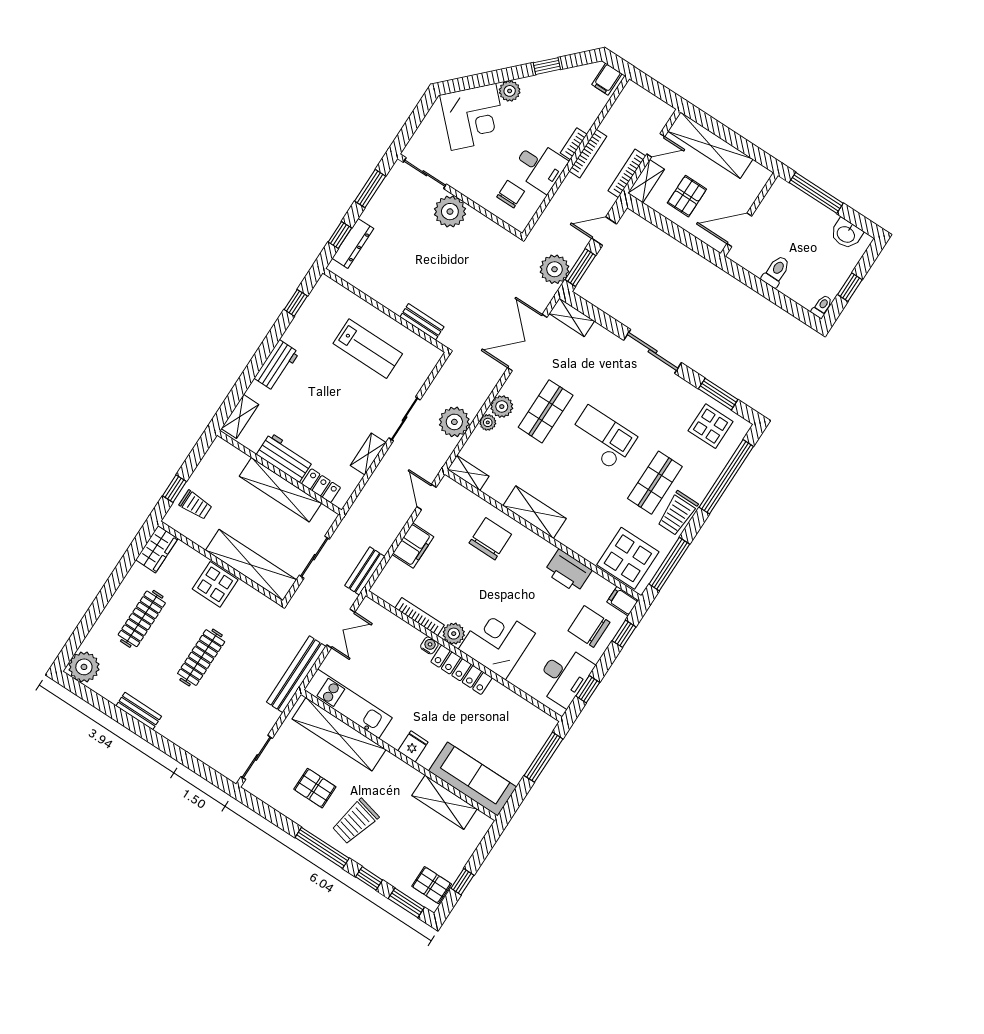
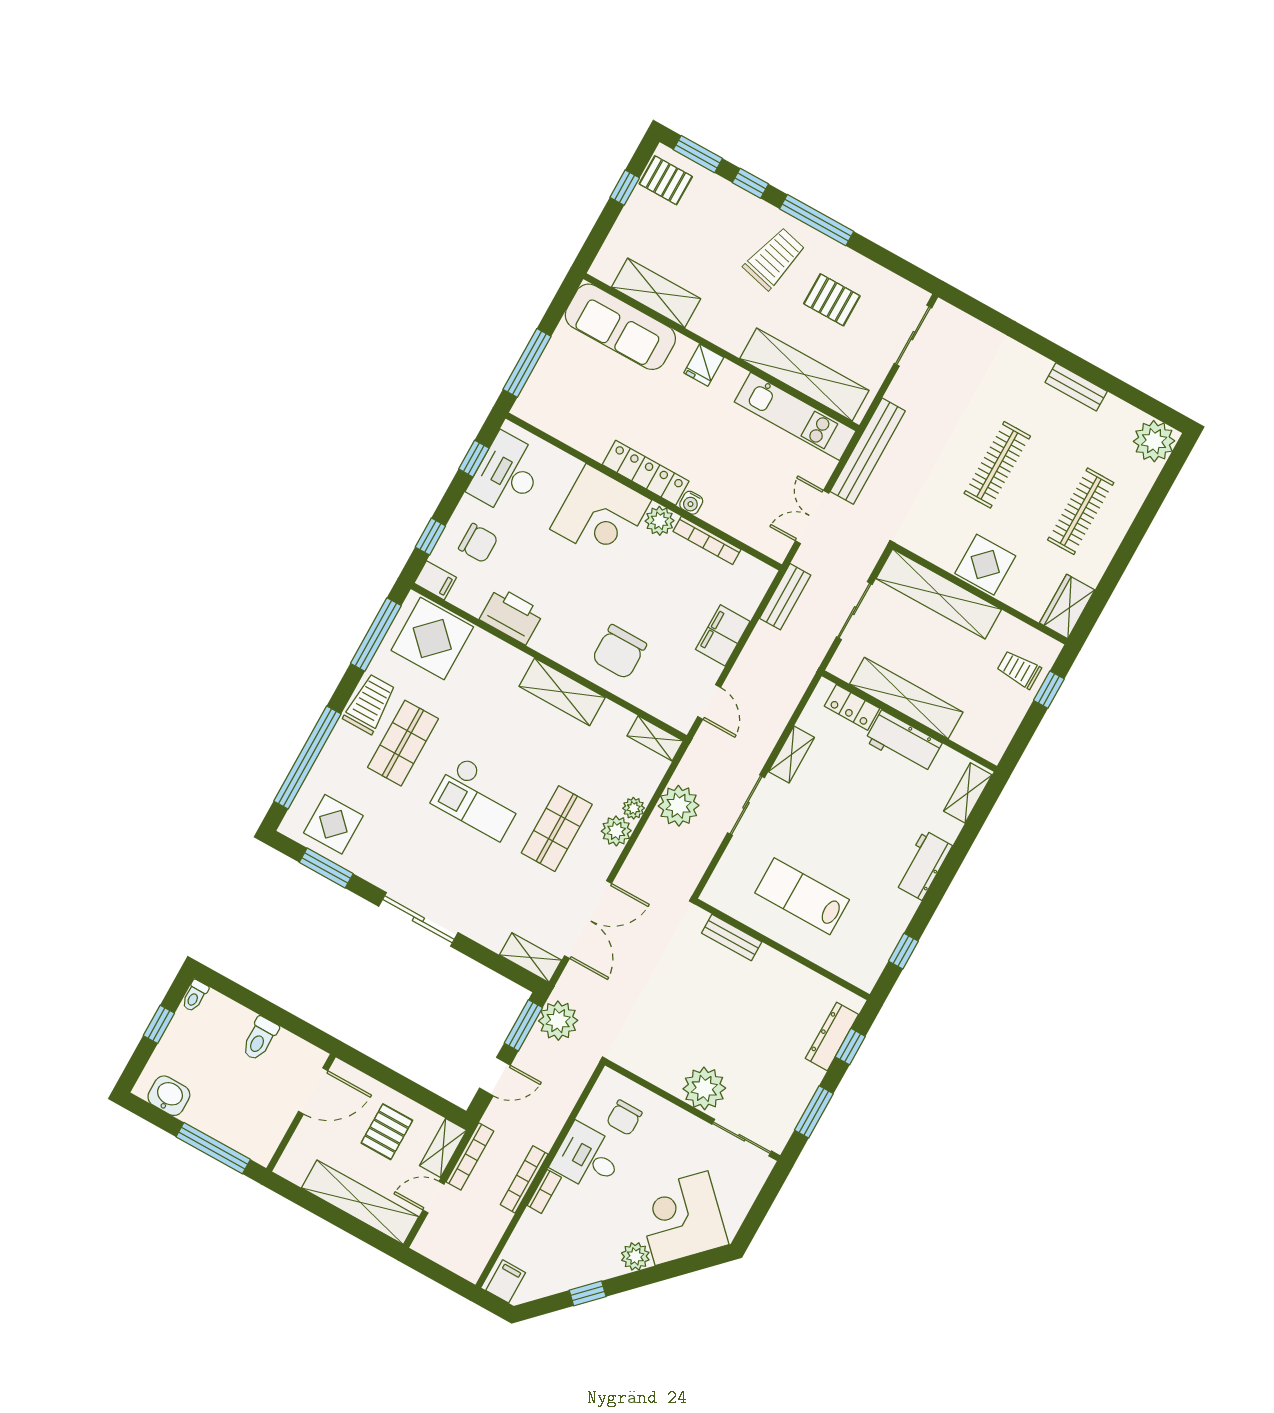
chair: (589, 626) -> (478, 543), width x0.73, depth x0.73

